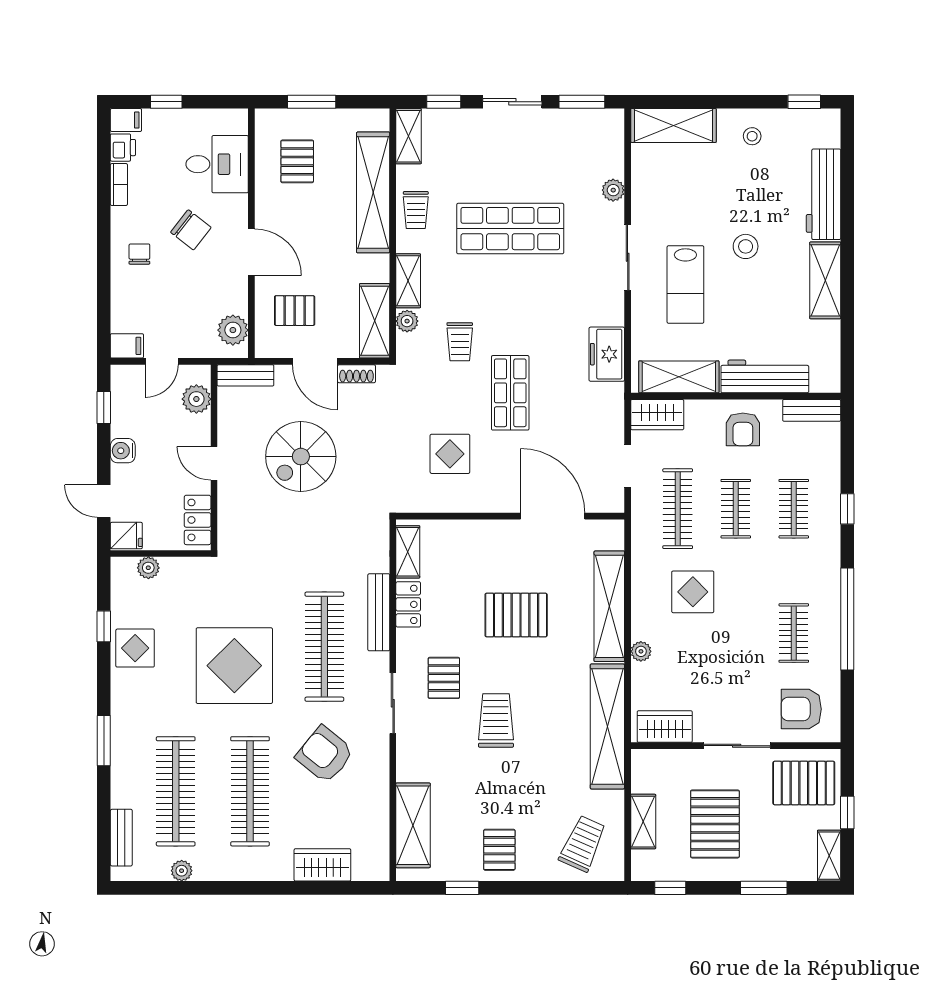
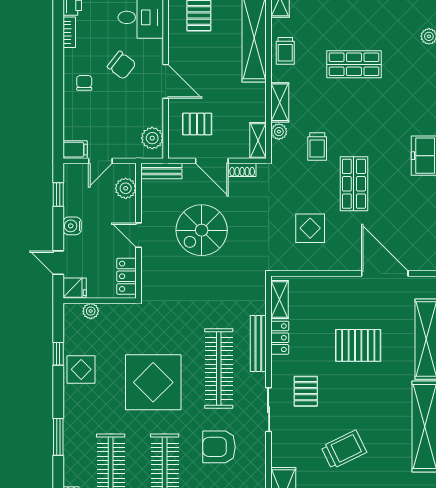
shop shelf: (510, 229) -> (354, 64), width x0.70, depth x0.74
shelving: (375, 321) -> (258, 140), width x0.67, depth x0.75
trolley: (496, 720) -> (344, 449), moved, turned 64
armchair: (325, 754) -> (219, 447), turned -39

